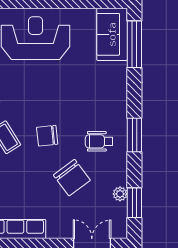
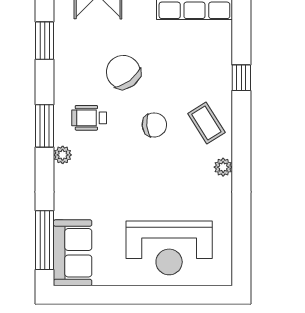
wheelchair: (99, 141) -> (89, 118), turned 180
plant: (120, 194) -> (63, 155), moved

